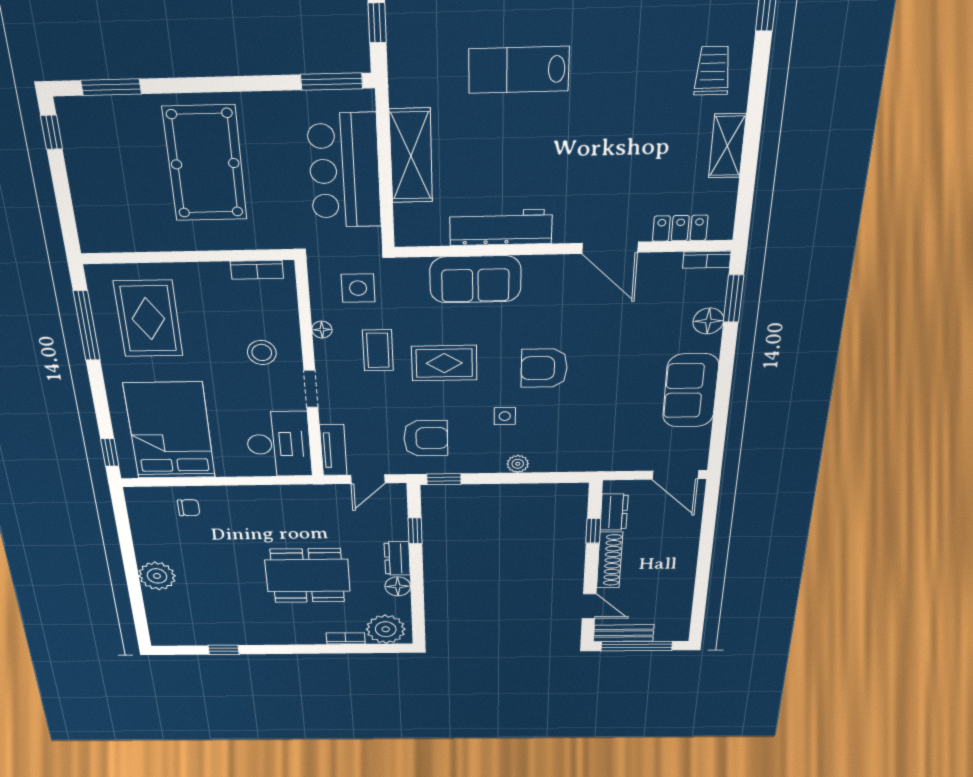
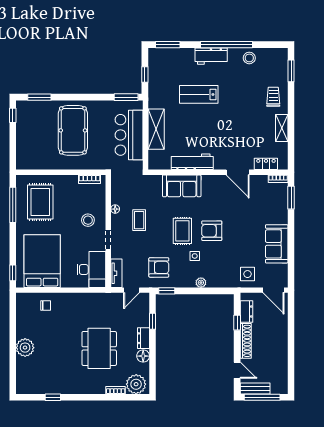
side table: (358, 288) -> (247, 274), moved
floor lamp: (708, 321) -> (281, 208), removed
rug: (444, 363) -> (182, 231), moved, turned 90
dining table: (308, 576) -> (99, 348), turned 90

